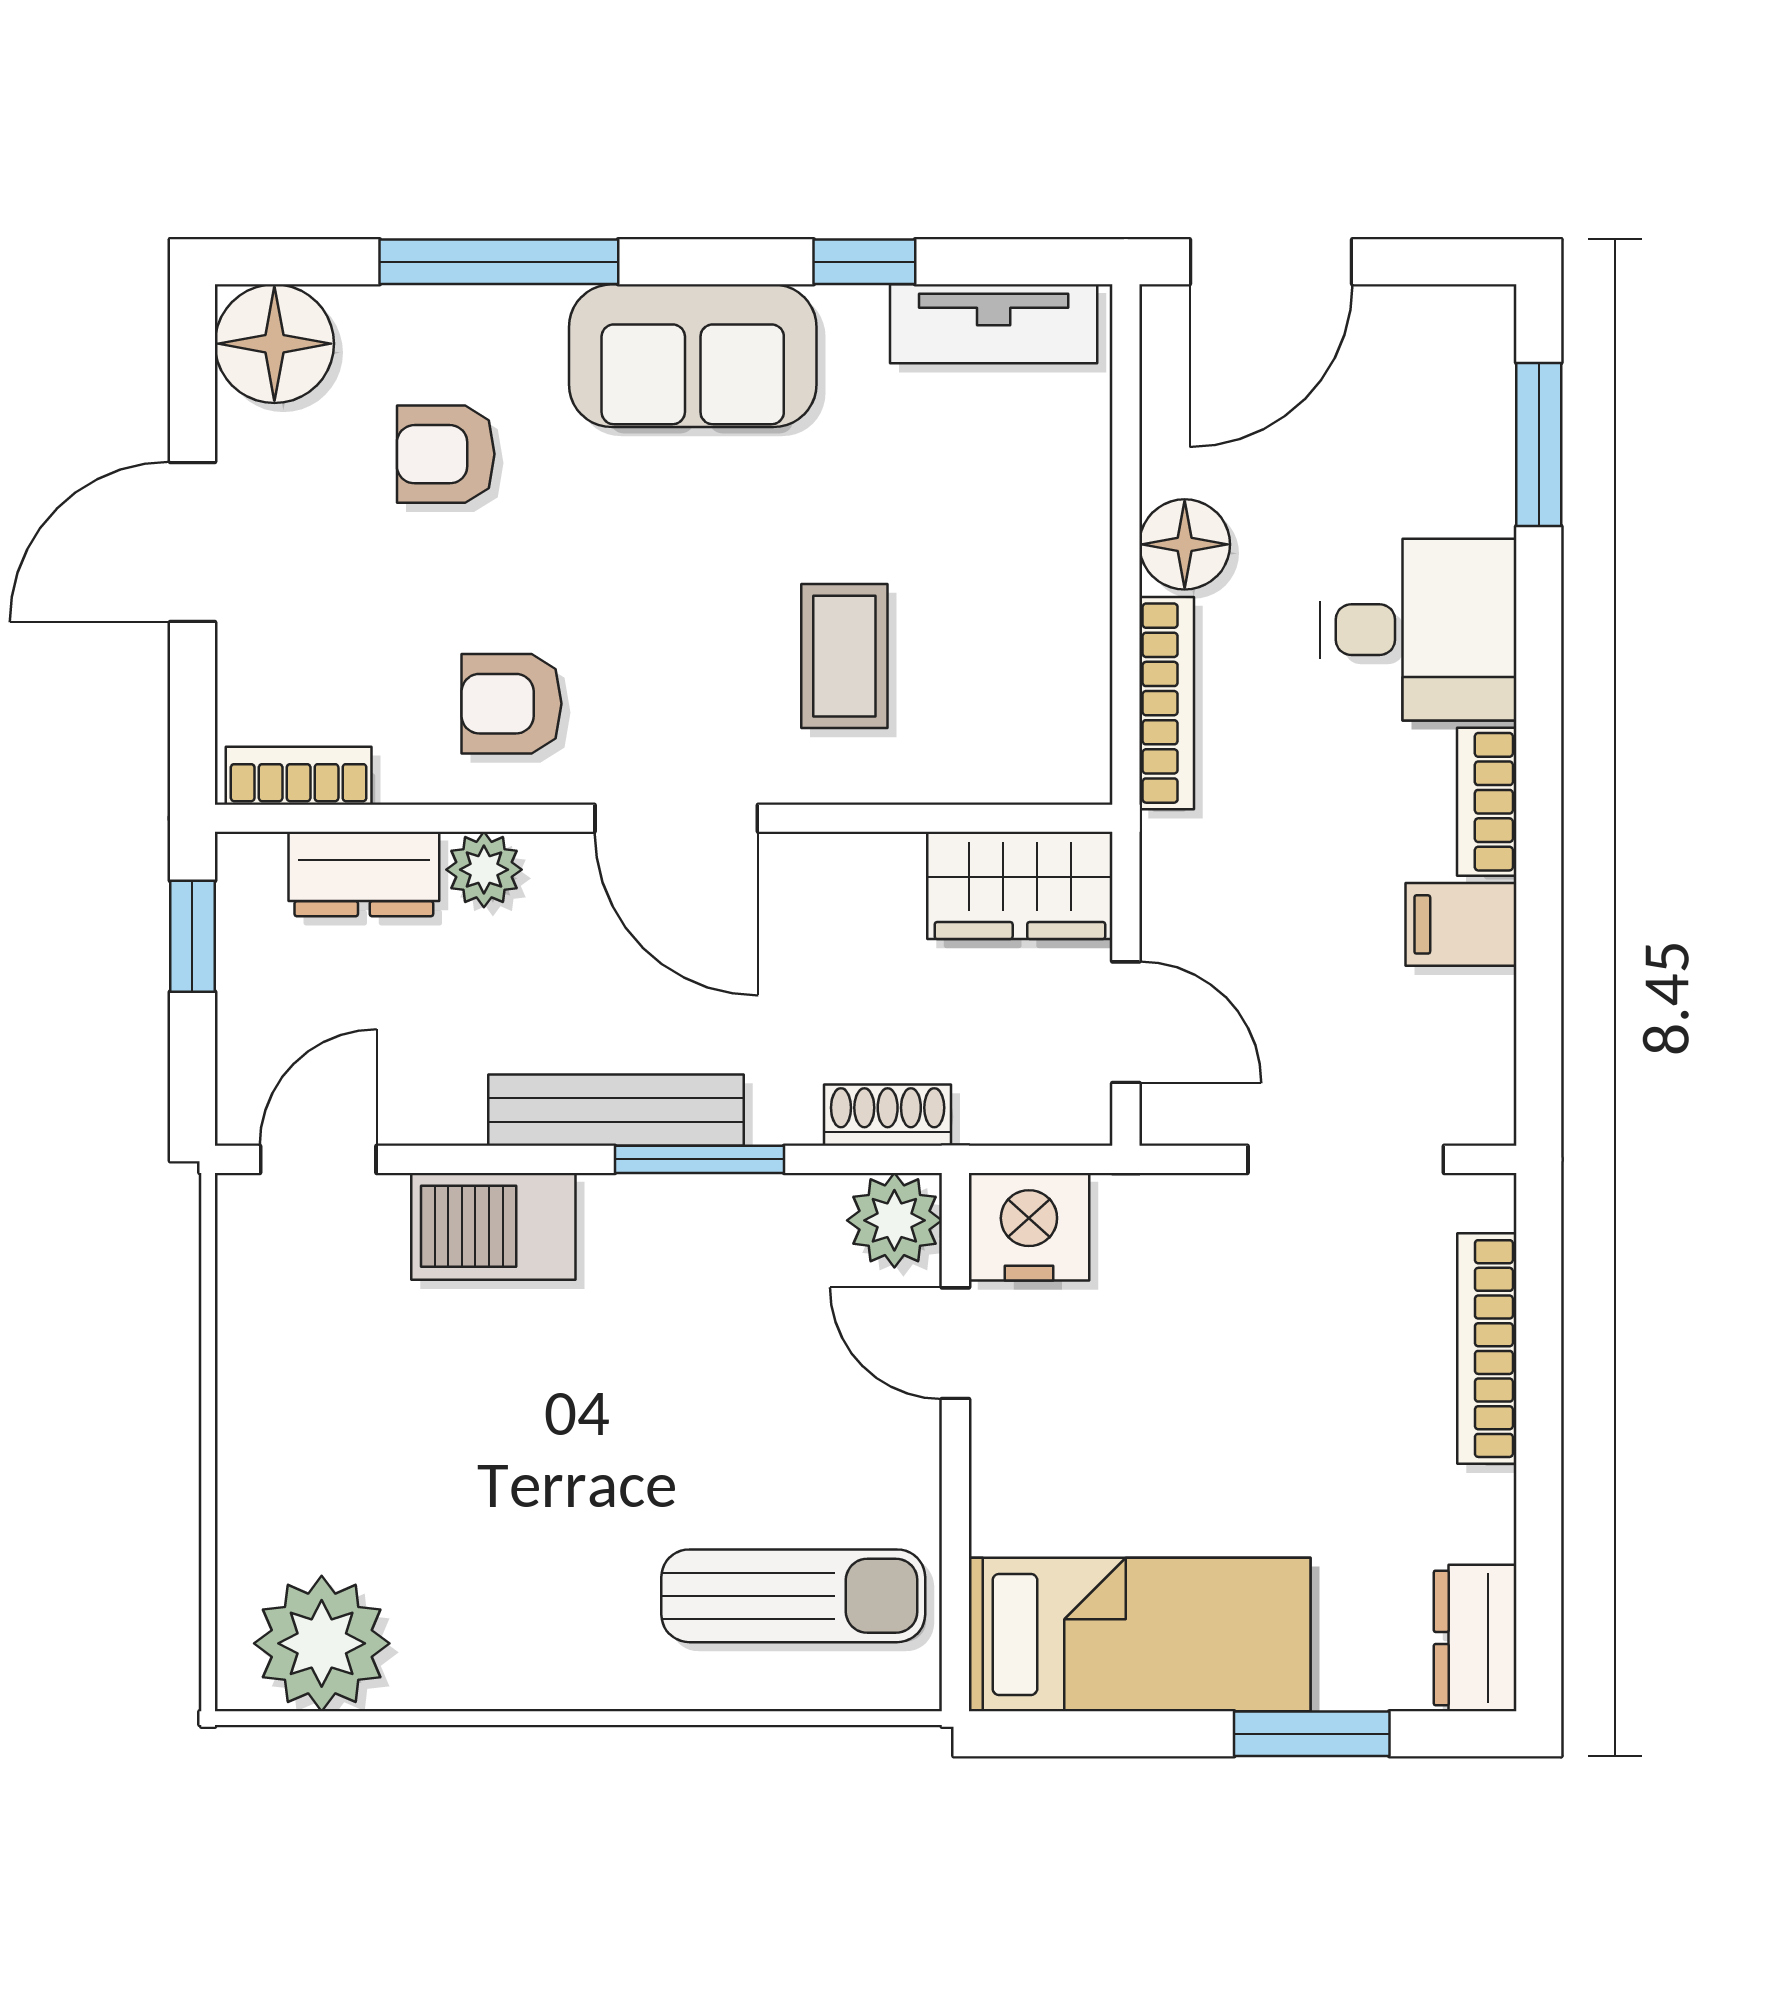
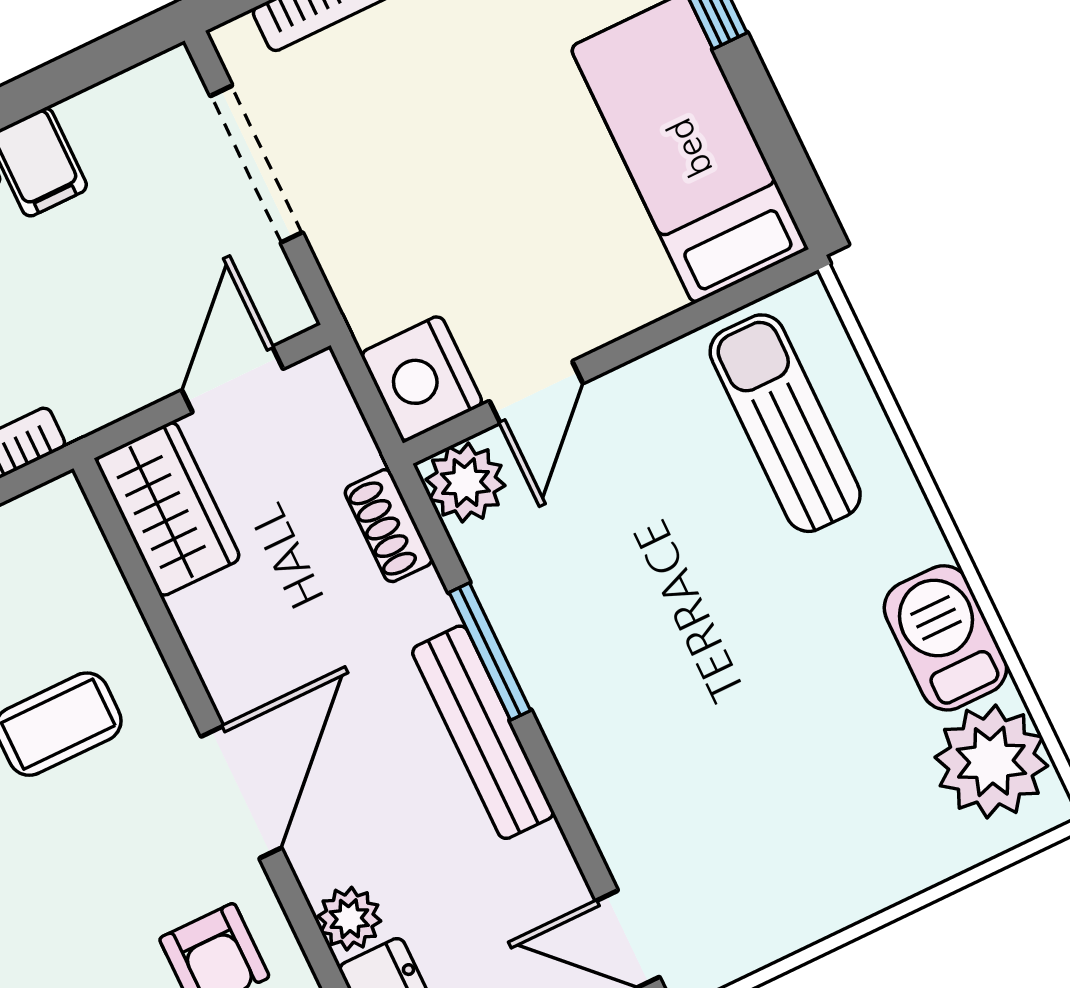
barbecue: (493, 1226) -> (945, 638), moved, turned 180

